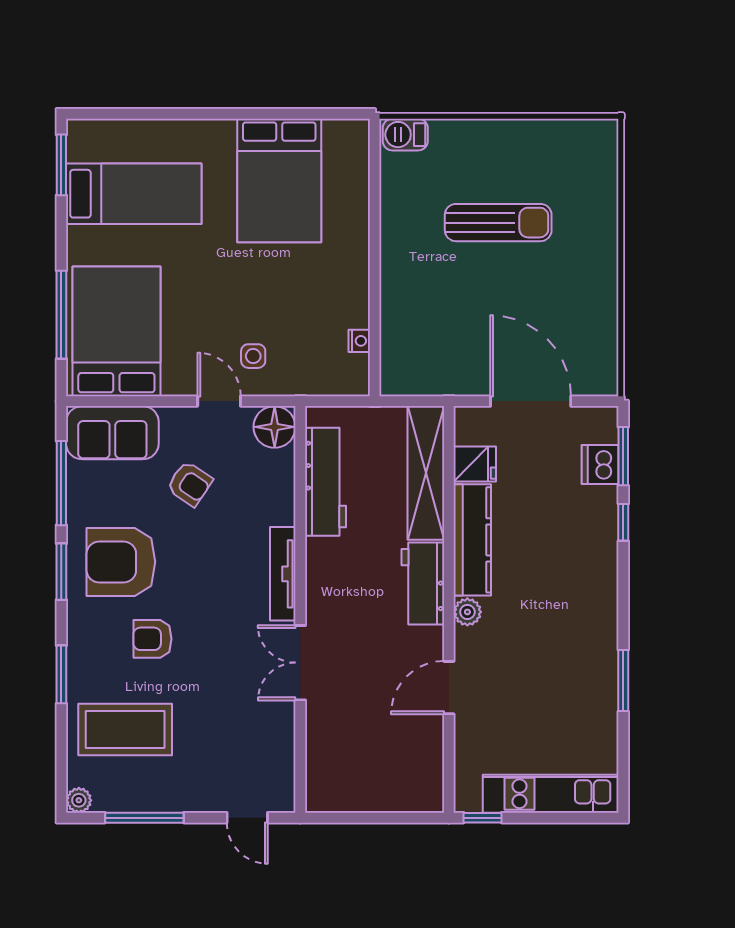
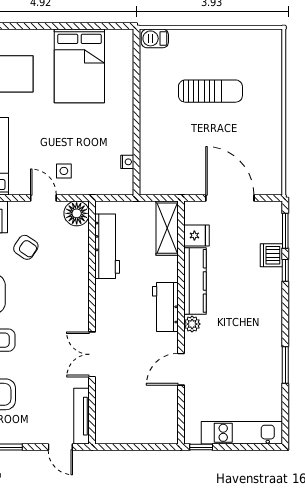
dishwasher: (600, 464) -> (271, 255), moved
shelving: (426, 473) -> (167, 228), width x0.68
tv unit: (283, 574) -> (82, 416), moved

